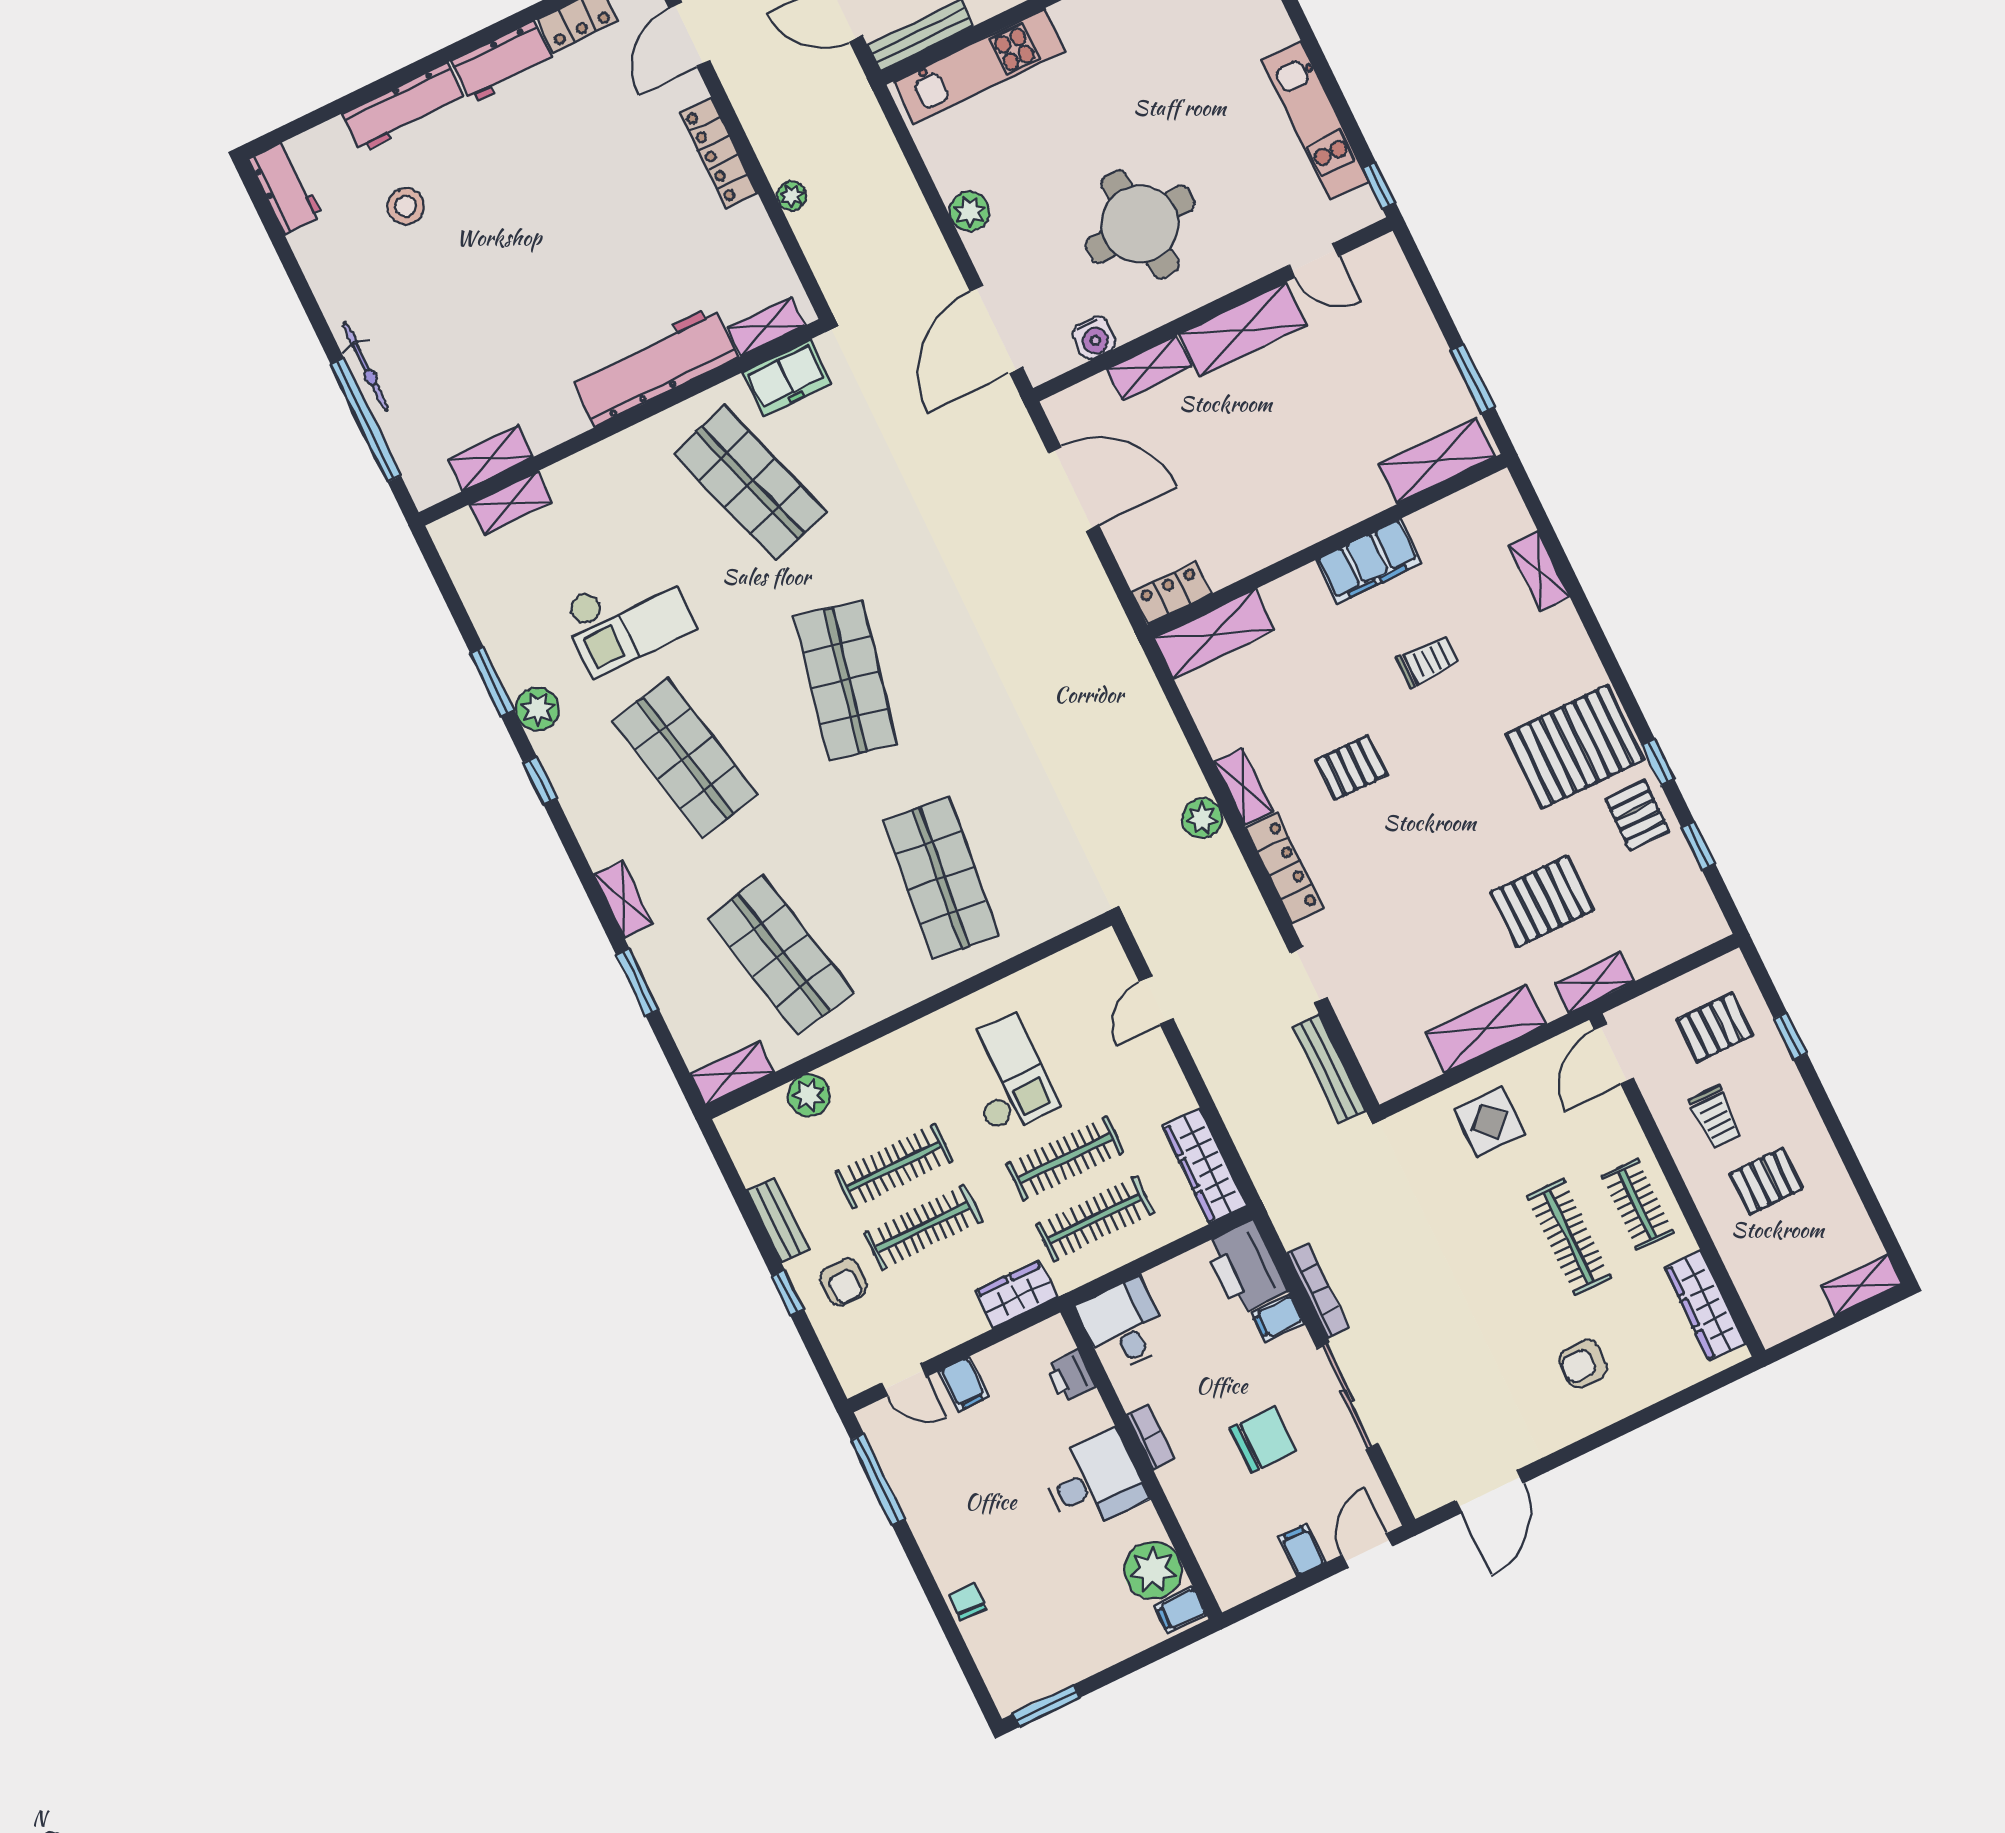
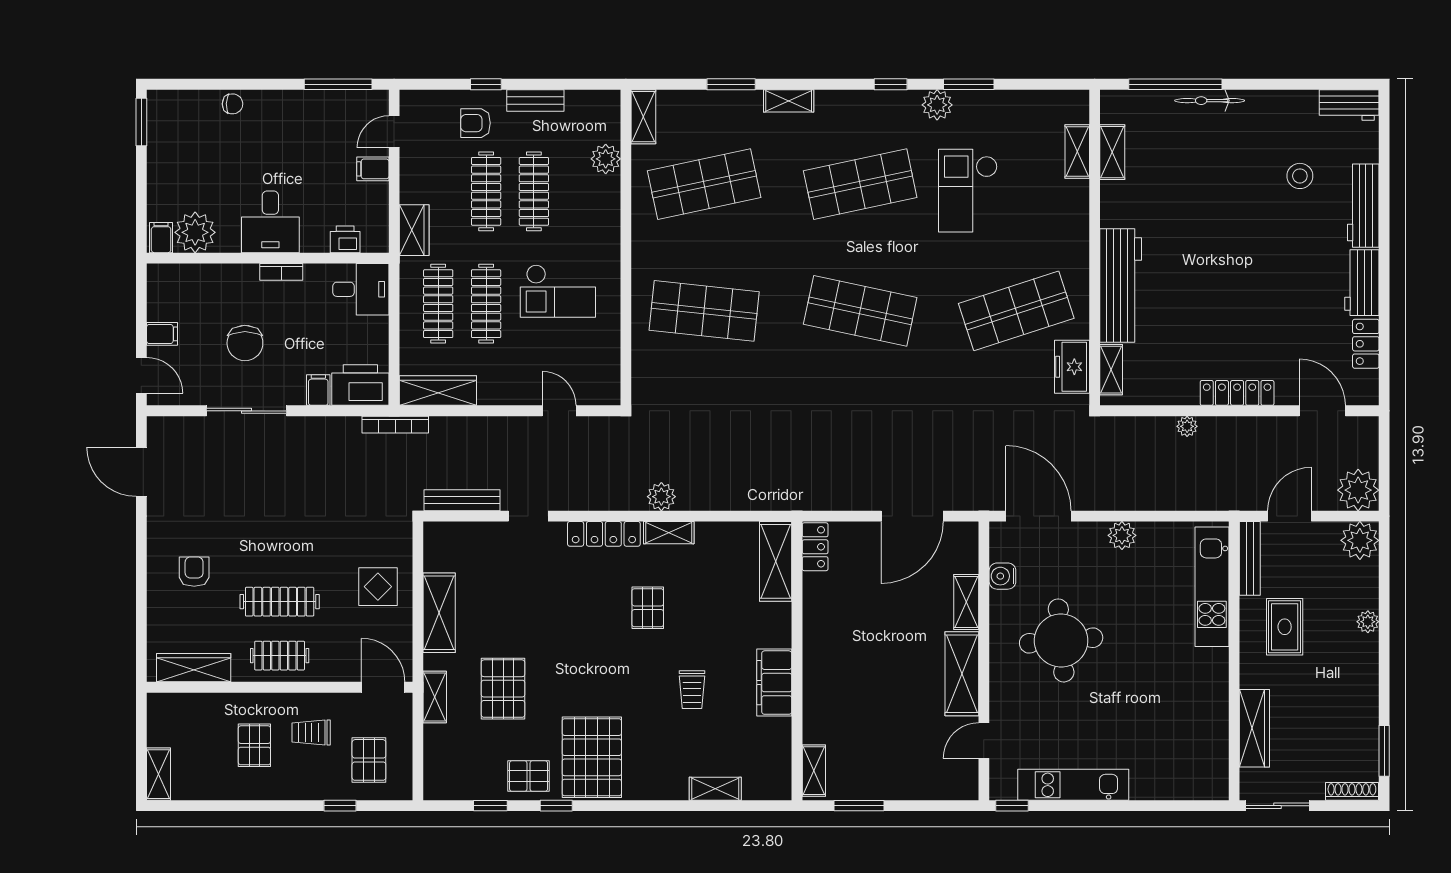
shelving: (1437, 461) -> (814, 771), width x0.67, depth x0.75
bookcase: (1318, 1291) -> (395, 425), moved

